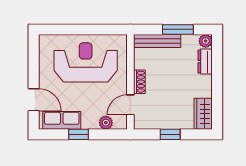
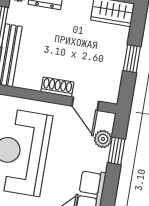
window: (78, 134) -> (116, 151), moved

